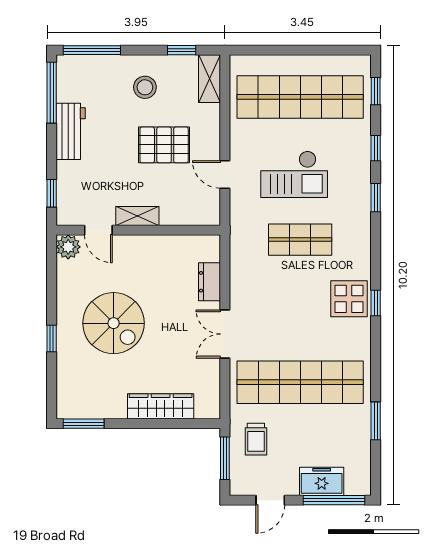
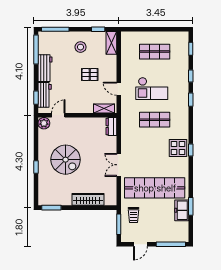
shop shelf: (300, 97) -> (155, 52), width x0.50, depth x0.74
pallet: (164, 145) -> (90, 75), width x0.67, depth x0.71
workbench: (70, 188) -> (45, 95), added
shelving: (137, 216) -> (104, 108), moved
door: (98, 230) -> (58, 115), swing flipped
dresser: (209, 282) -> (111, 127), moved
freezer: (322, 481) -> (182, 210), moved, turned -90

